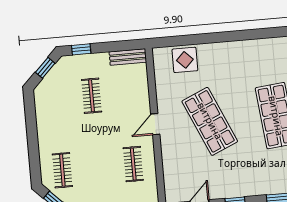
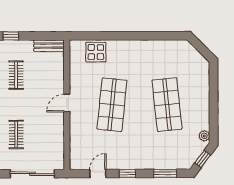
shop shelf: (210, 121) -> (112, 105), turned 30
clothes rail: (133, 164) -> (16, 135), moved

